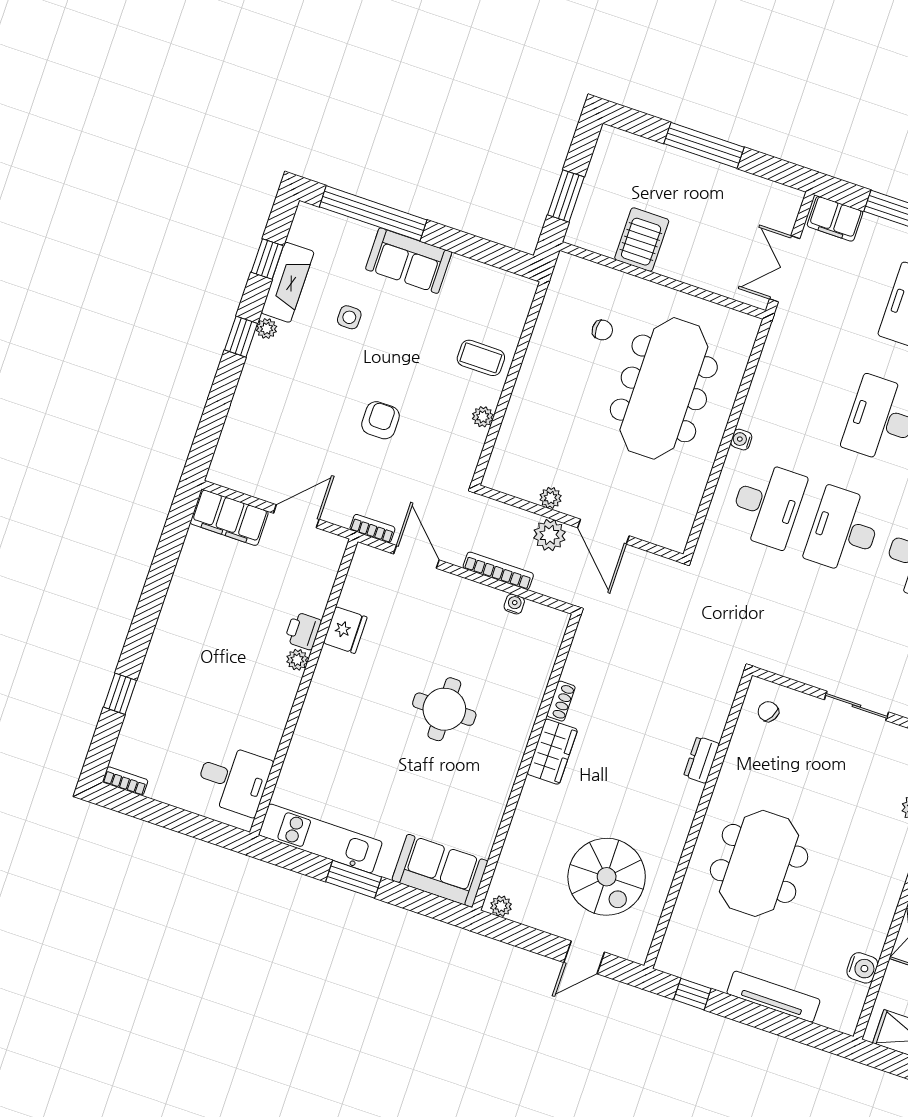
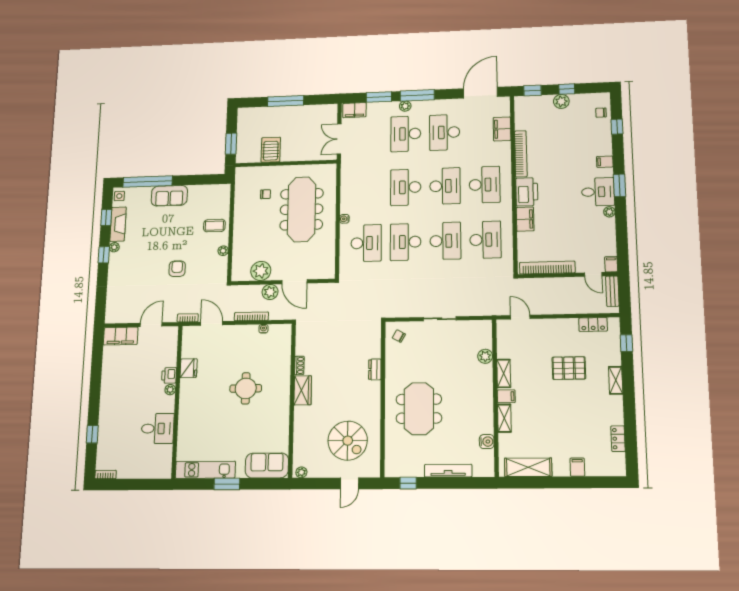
side table: (349, 317) -> (119, 196), moved
plant: (551, 498) -> (261, 271), width x1.88, depth x1.88
desk: (233, 780) -> (158, 429), moved

